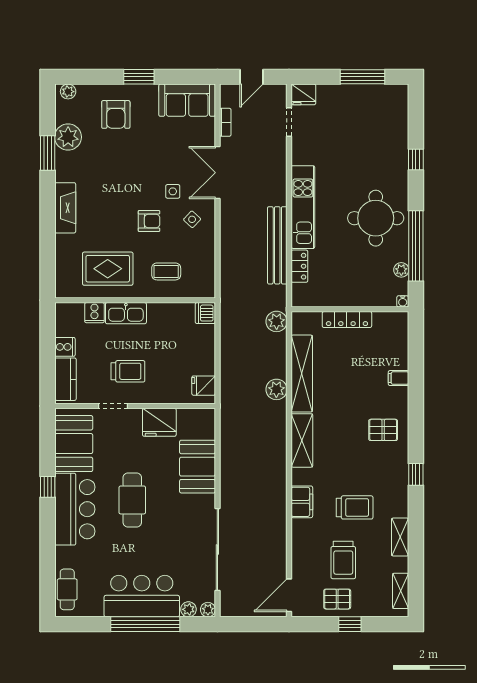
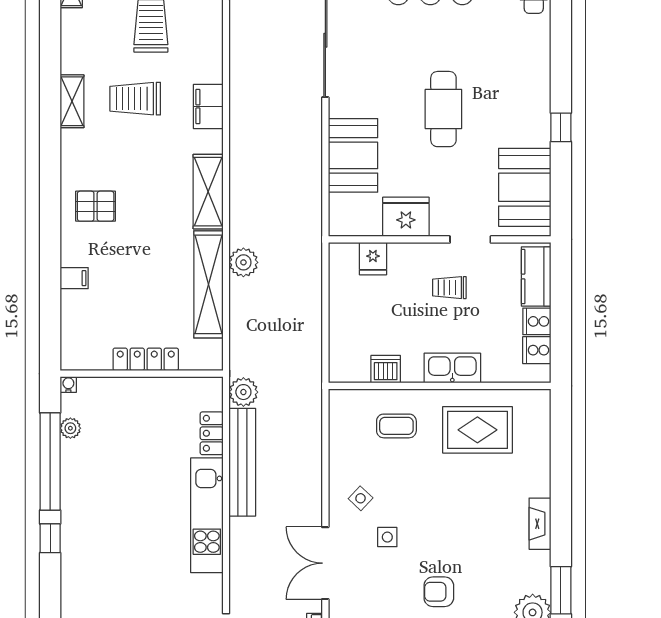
window: (416, 160) -> (50, 538), moved
double door: (217, 173) -> (325, 563), swing flipped
fireplace: (65, 208) -> (540, 524), width x0.73, depth x0.76
round table: (376, 218) -> (106, 500), removed
armchair: (149, 221) -> (439, 592), moved
cooker: (94, 313) -> (537, 350), moved, turned -90
dishwasher: (205, 313) -> (386, 369), moved, turned -90
plant: (277, 321) -> (243, 392), moved
trolley: (128, 371) -> (449, 288), width x0.73, depth x0.72
fridge: (204, 386) -> (373, 259), moved, turned 90
window: (416, 474) -> (50, 144), removed
bar counter: (75, 509) -> (523, 96), removed
shelving: (400, 537) -> (72, 101), moved

